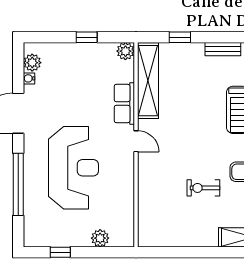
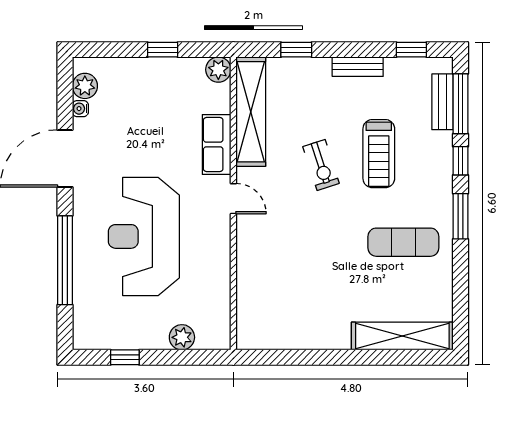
reception desk: (73, 168) -> (144, 236), turned 180
exercise bike: (203, 188) -> (321, 165), moved, turned -108

